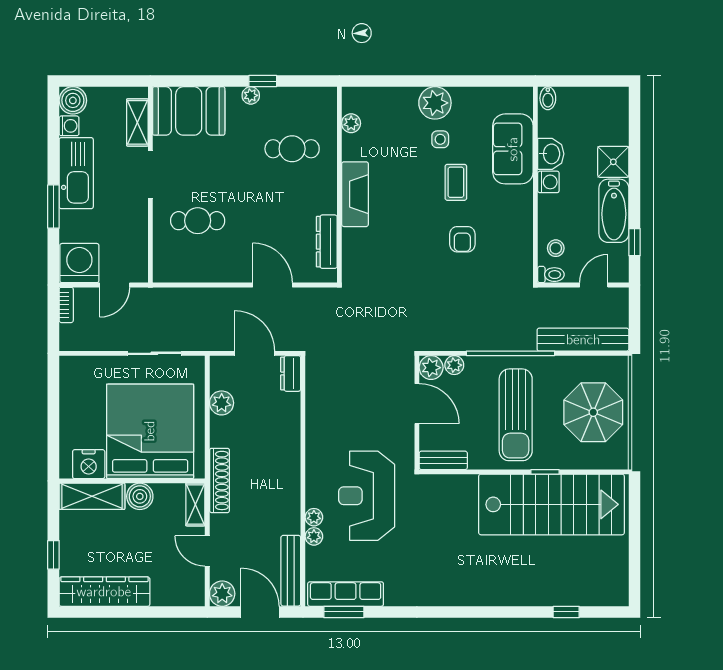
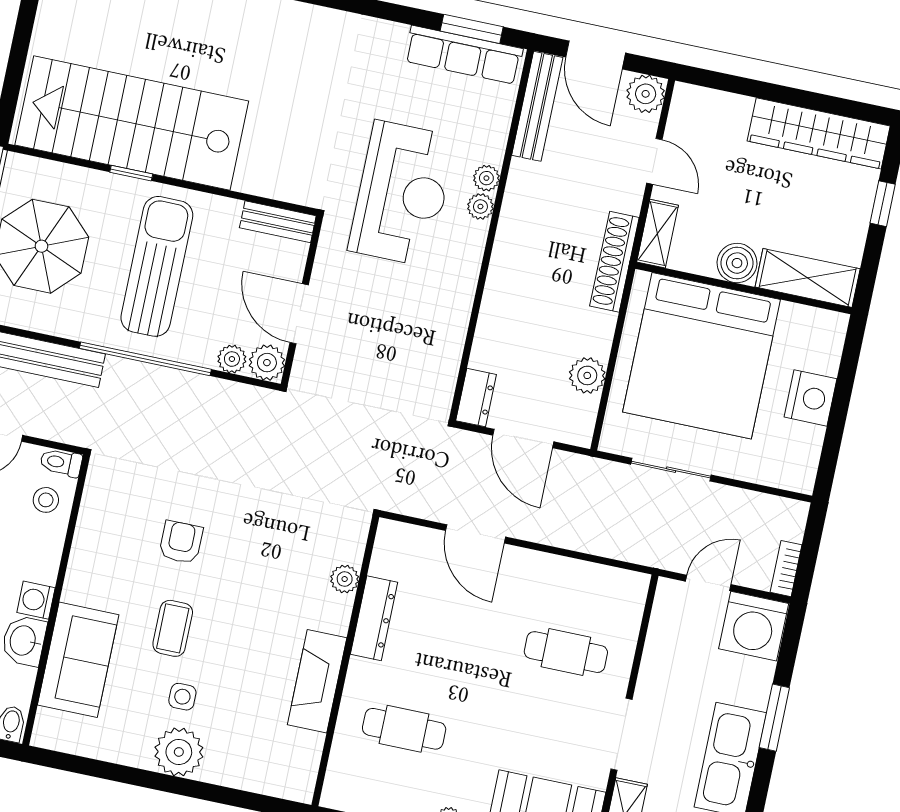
plant: (351, 123) -> (345, 579), moved
fireplace: (355, 194) -> (317, 681), moved
dresser: (327, 242) -> (374, 618), moved
nightstand: (89, 464) -> (811, 398), moved, turned 90
plant: (314, 536) -> (480, 206), moved

